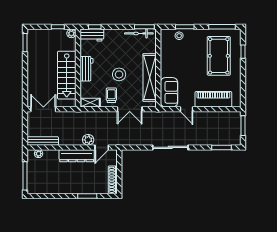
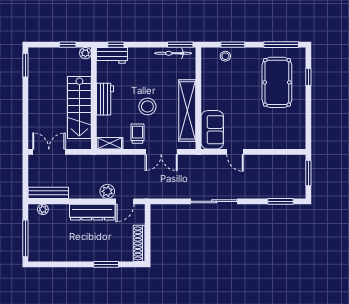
piano: (213, 99) -> (270, 139), removed

